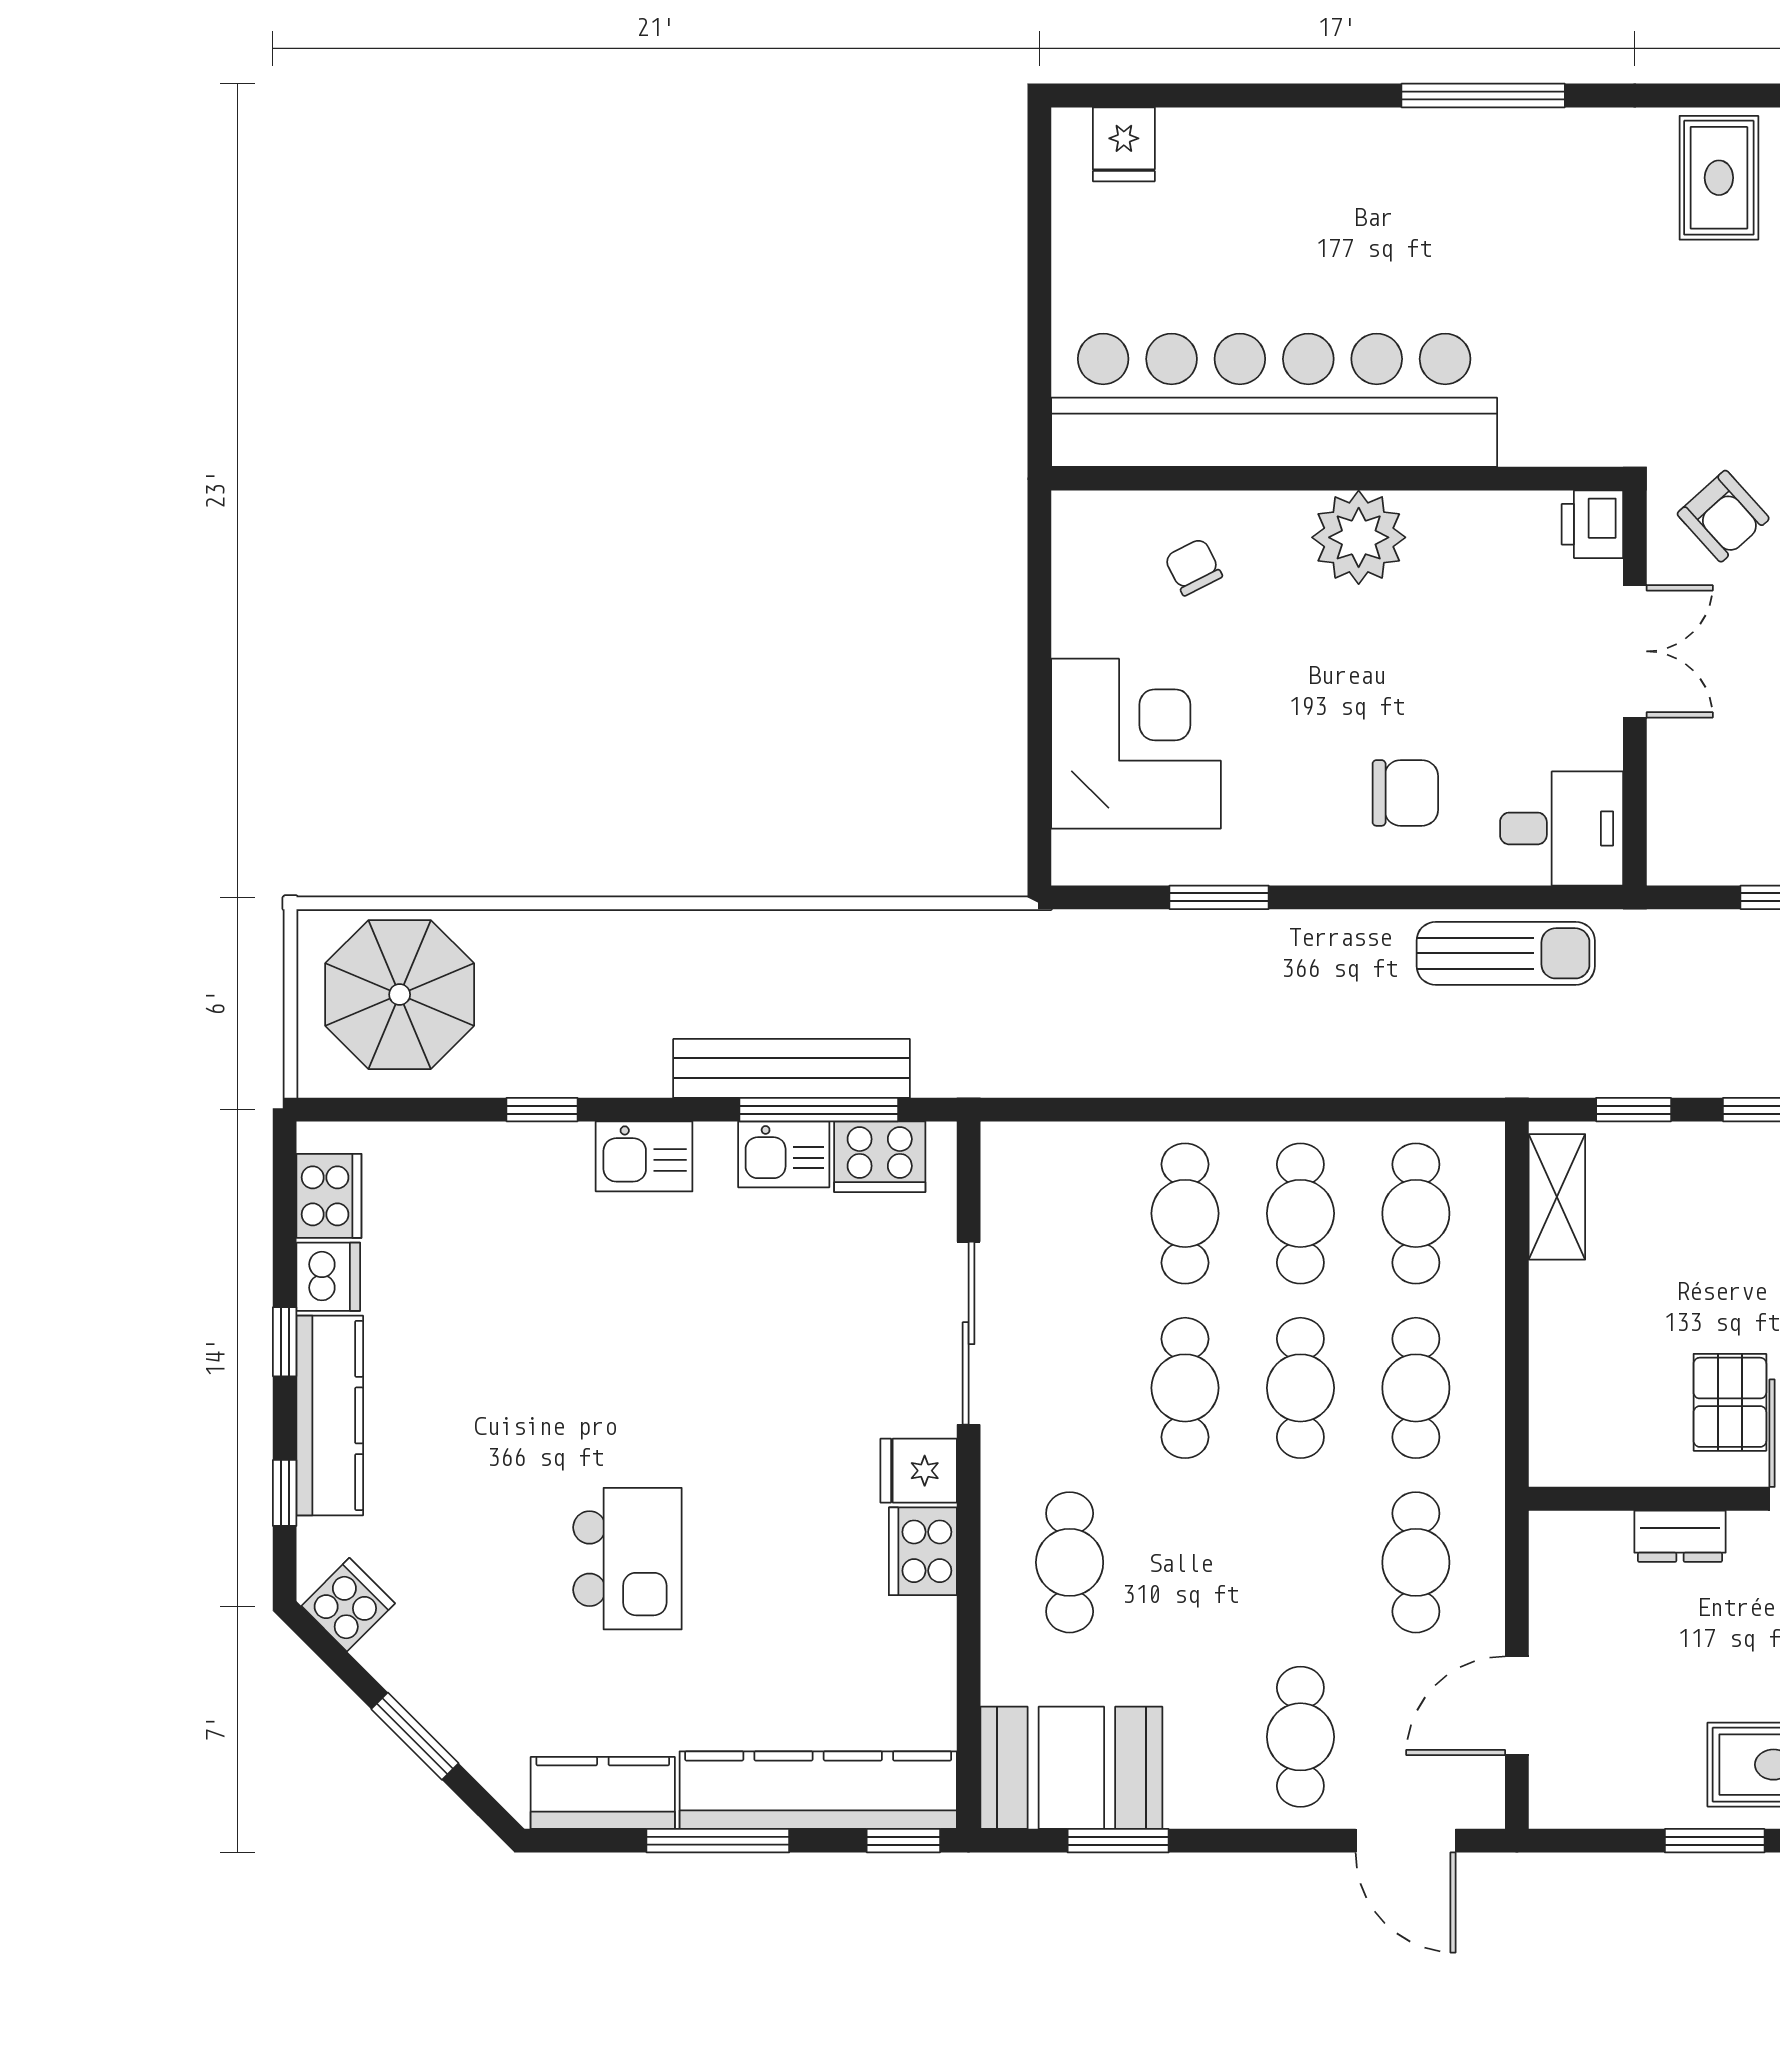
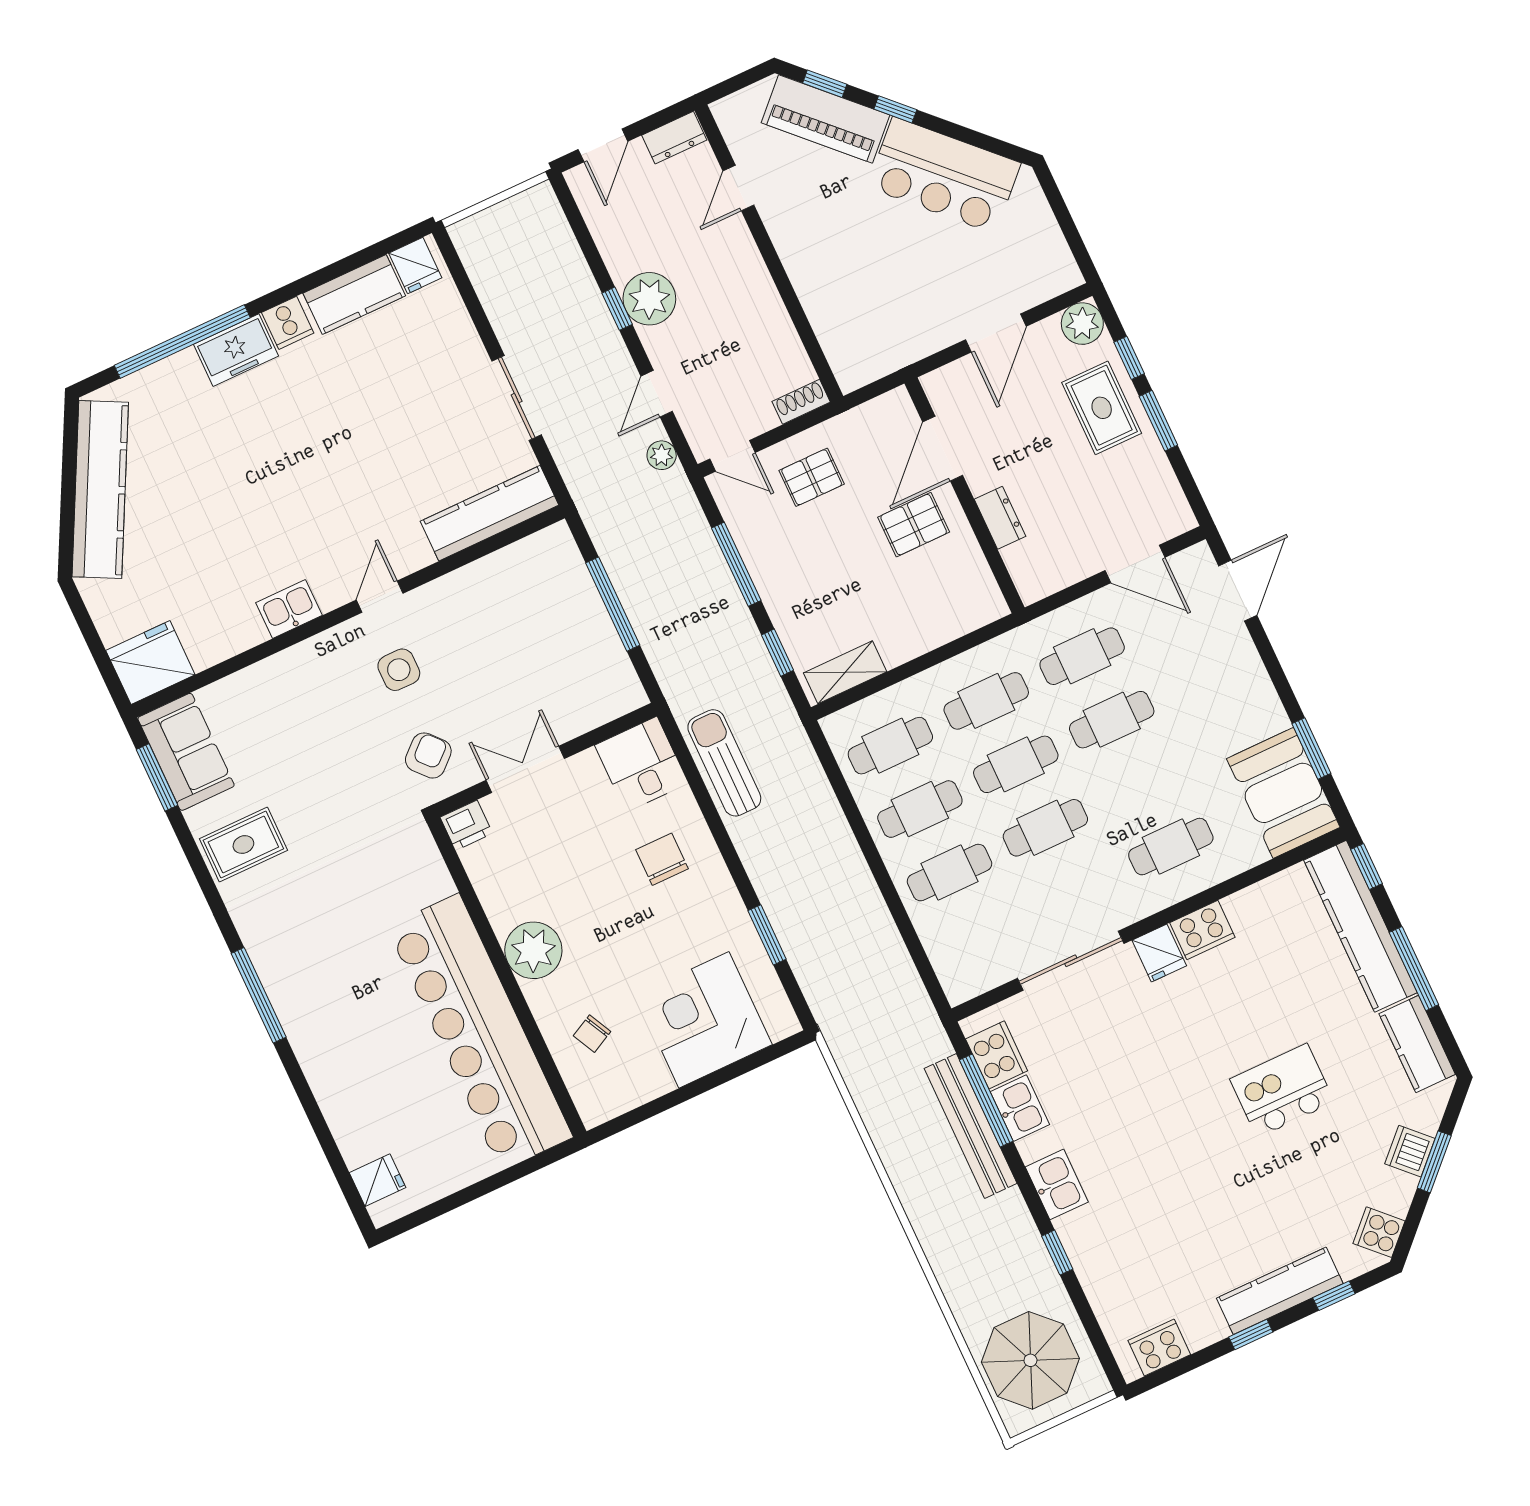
dishwasher: (328, 1277) -> (1410, 1151), moved, turned -45
cafe table: (1300, 1737) -> (1112, 720), moved

